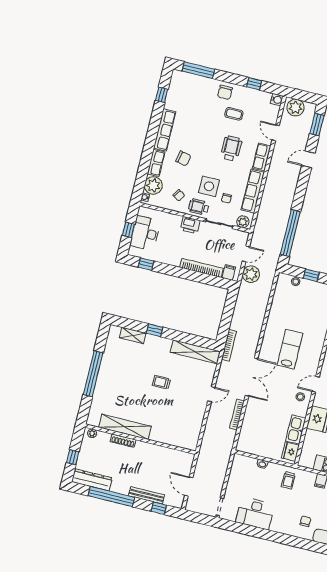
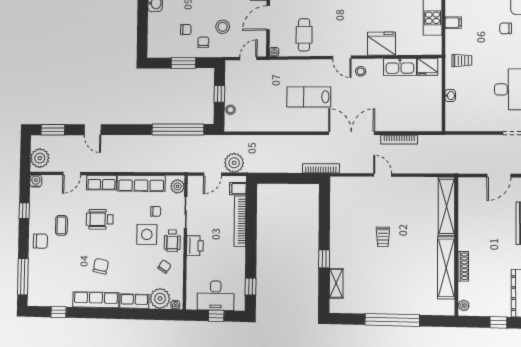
chair: (183, 158) -> (101, 266), moved
door: (246, 254) -> (213, 174), swing flipped
shelving: (195, 352) -> (447, 206), moved

